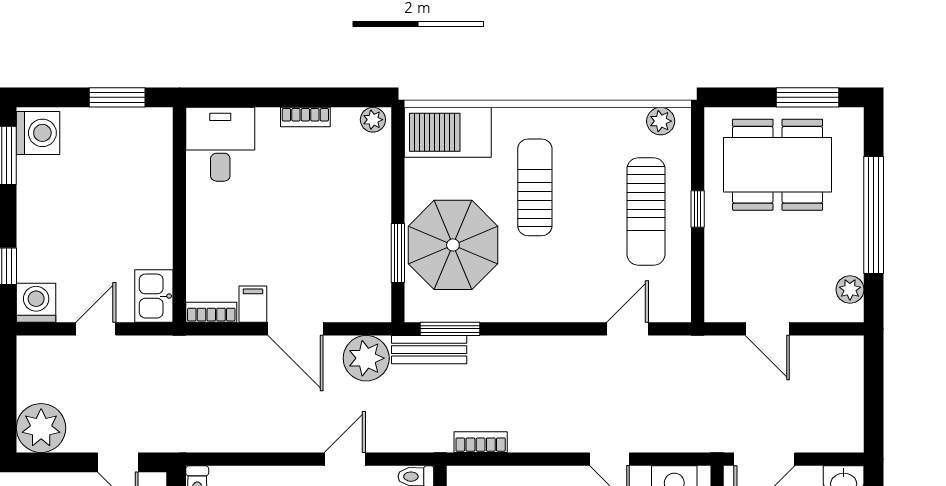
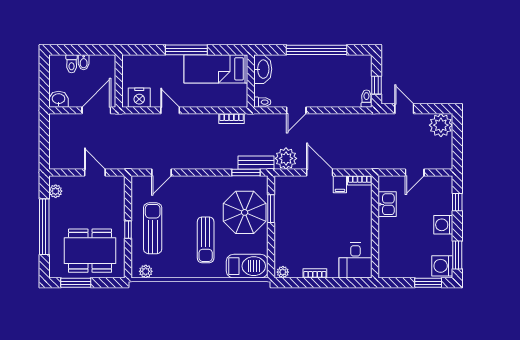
window: (117, 97) -> (428, 283), moved
kitchen sink: (154, 296) -> (387, 204), moved
washing machine: (36, 303) -> (443, 225), moved, turned 90

